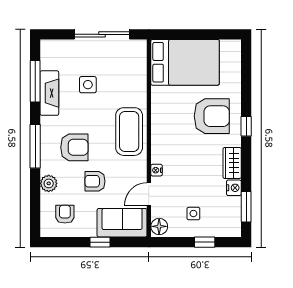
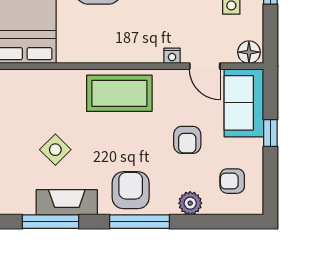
side table: (88, 85) -> (55, 150), turned 45
armchair: (74, 147) -> (131, 190), moved

